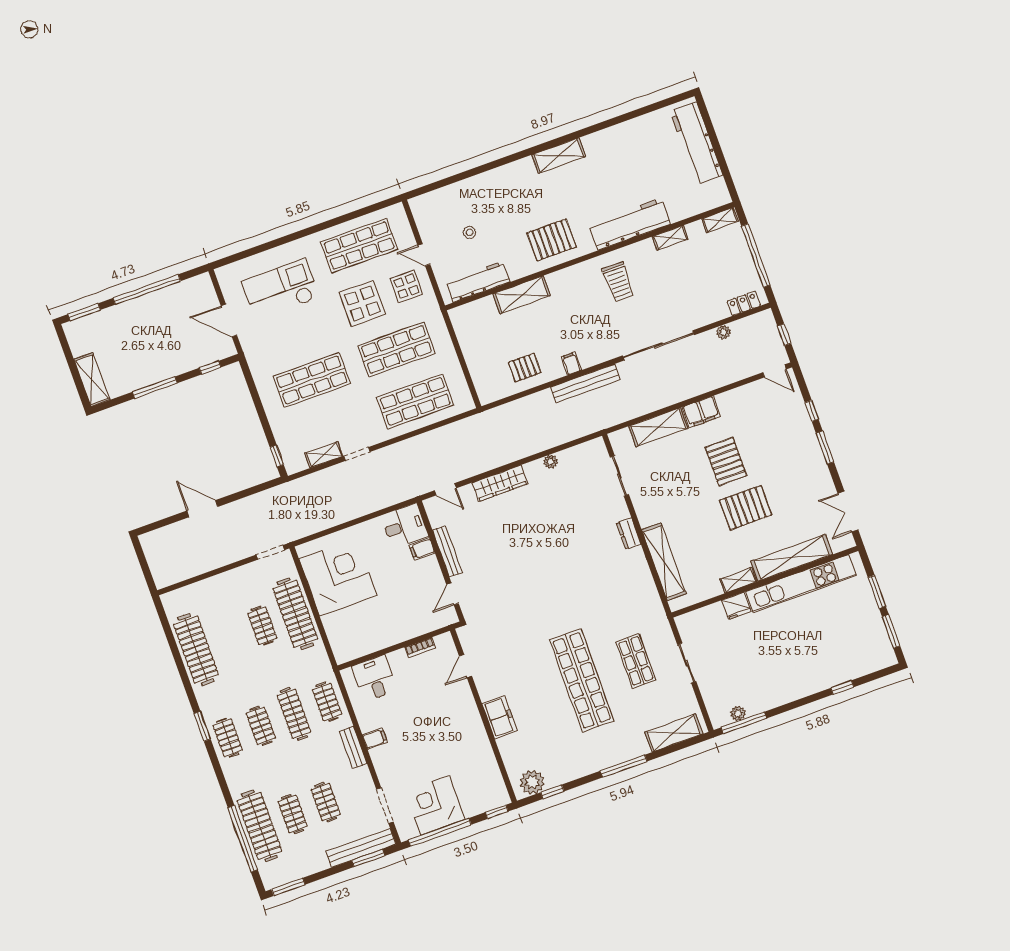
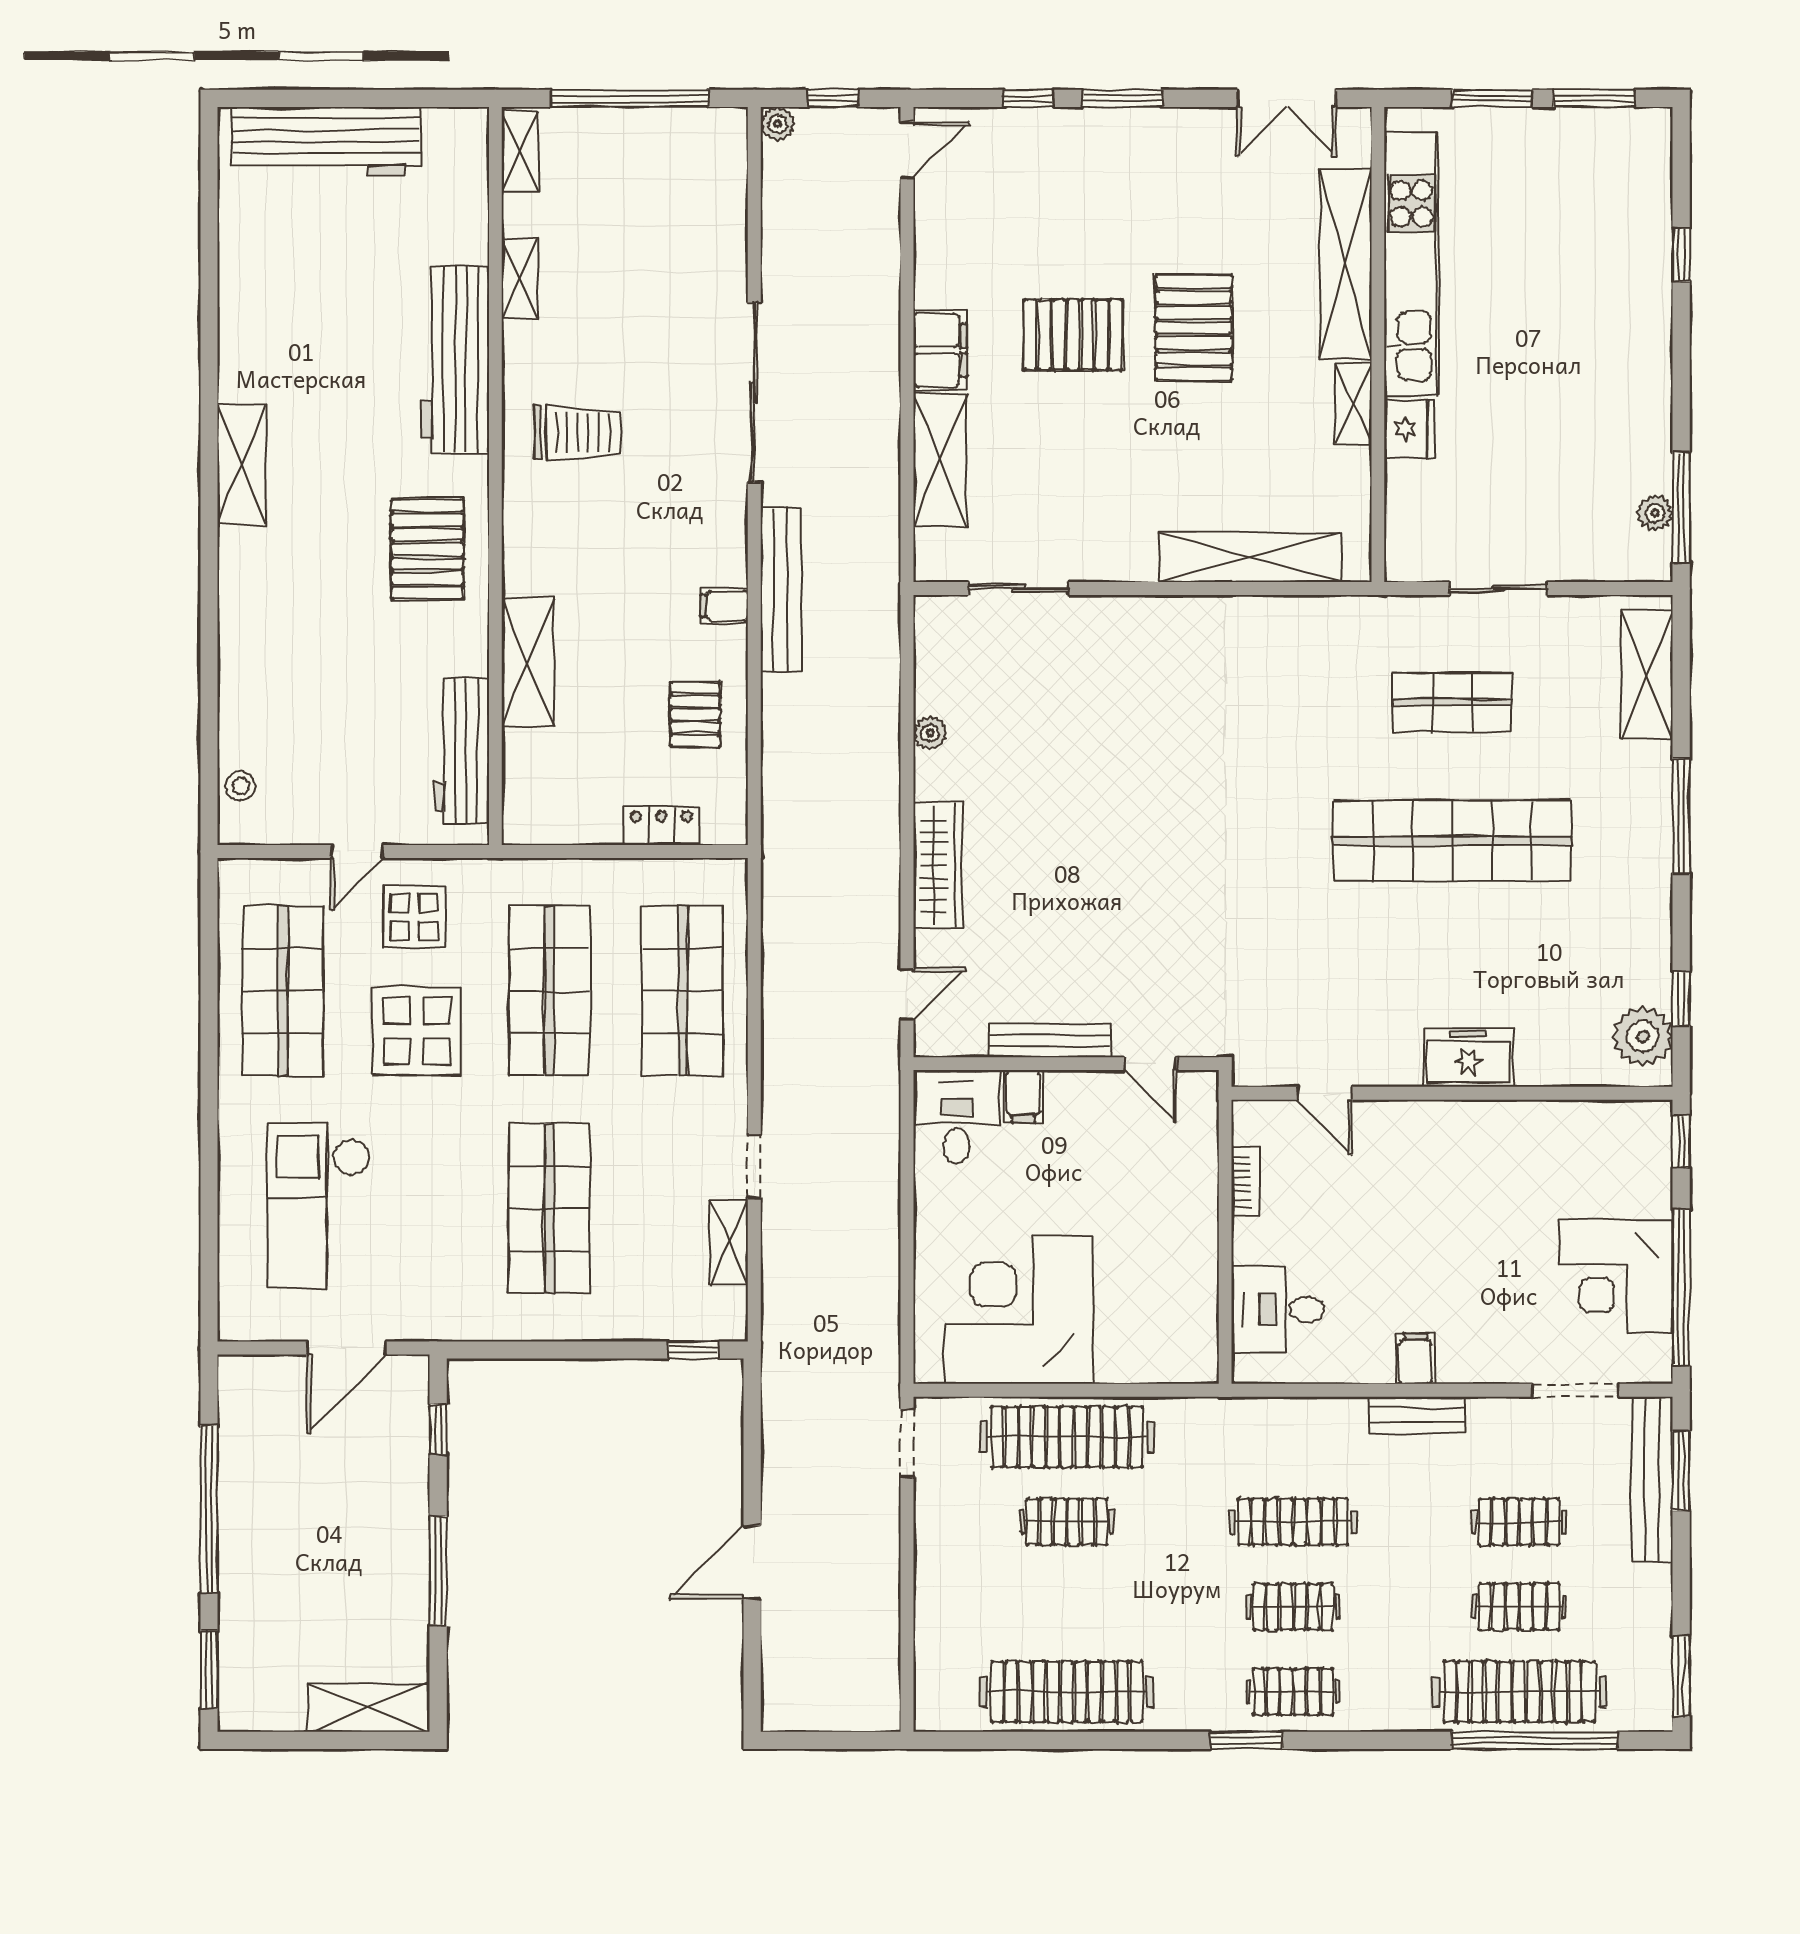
stool: (470, 232) -> (241, 786), moved
locker: (744, 303) -> (661, 826), moved, turned 90
plant: (724, 332) -> (778, 124), moved
dresser: (629, 533) -> (1157, 614), removed
clothes rail: (327, 702) -> (1293, 1437), removed

